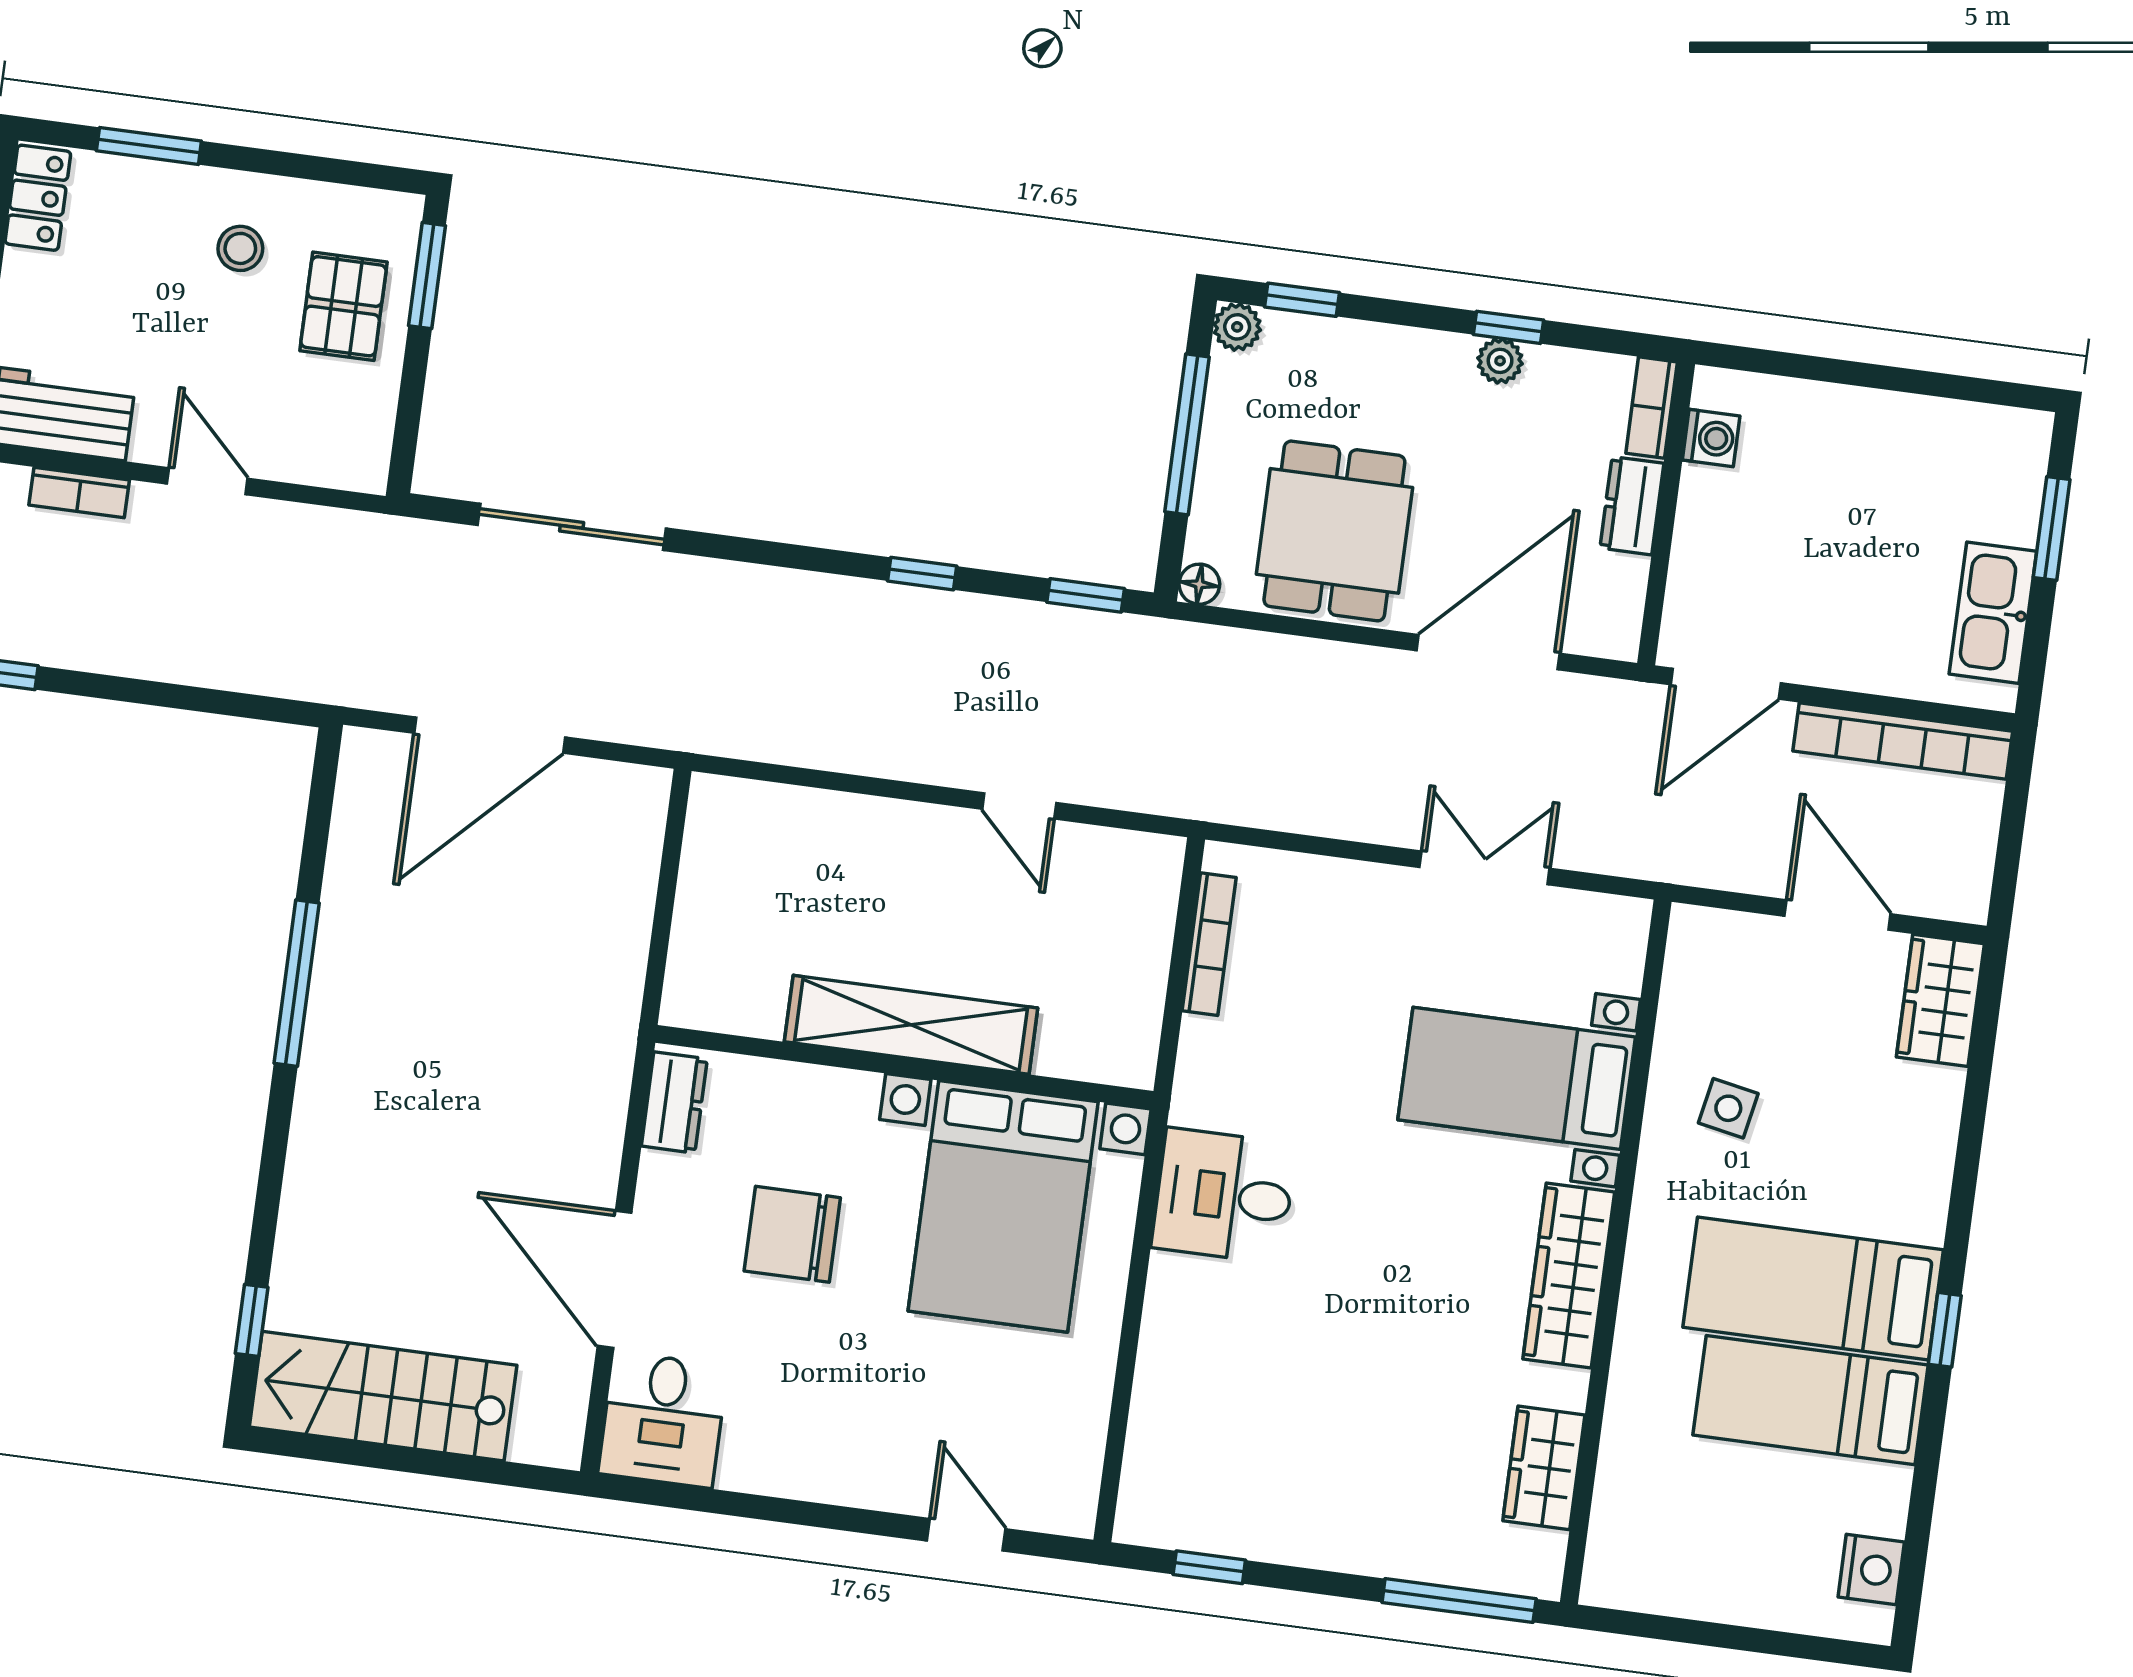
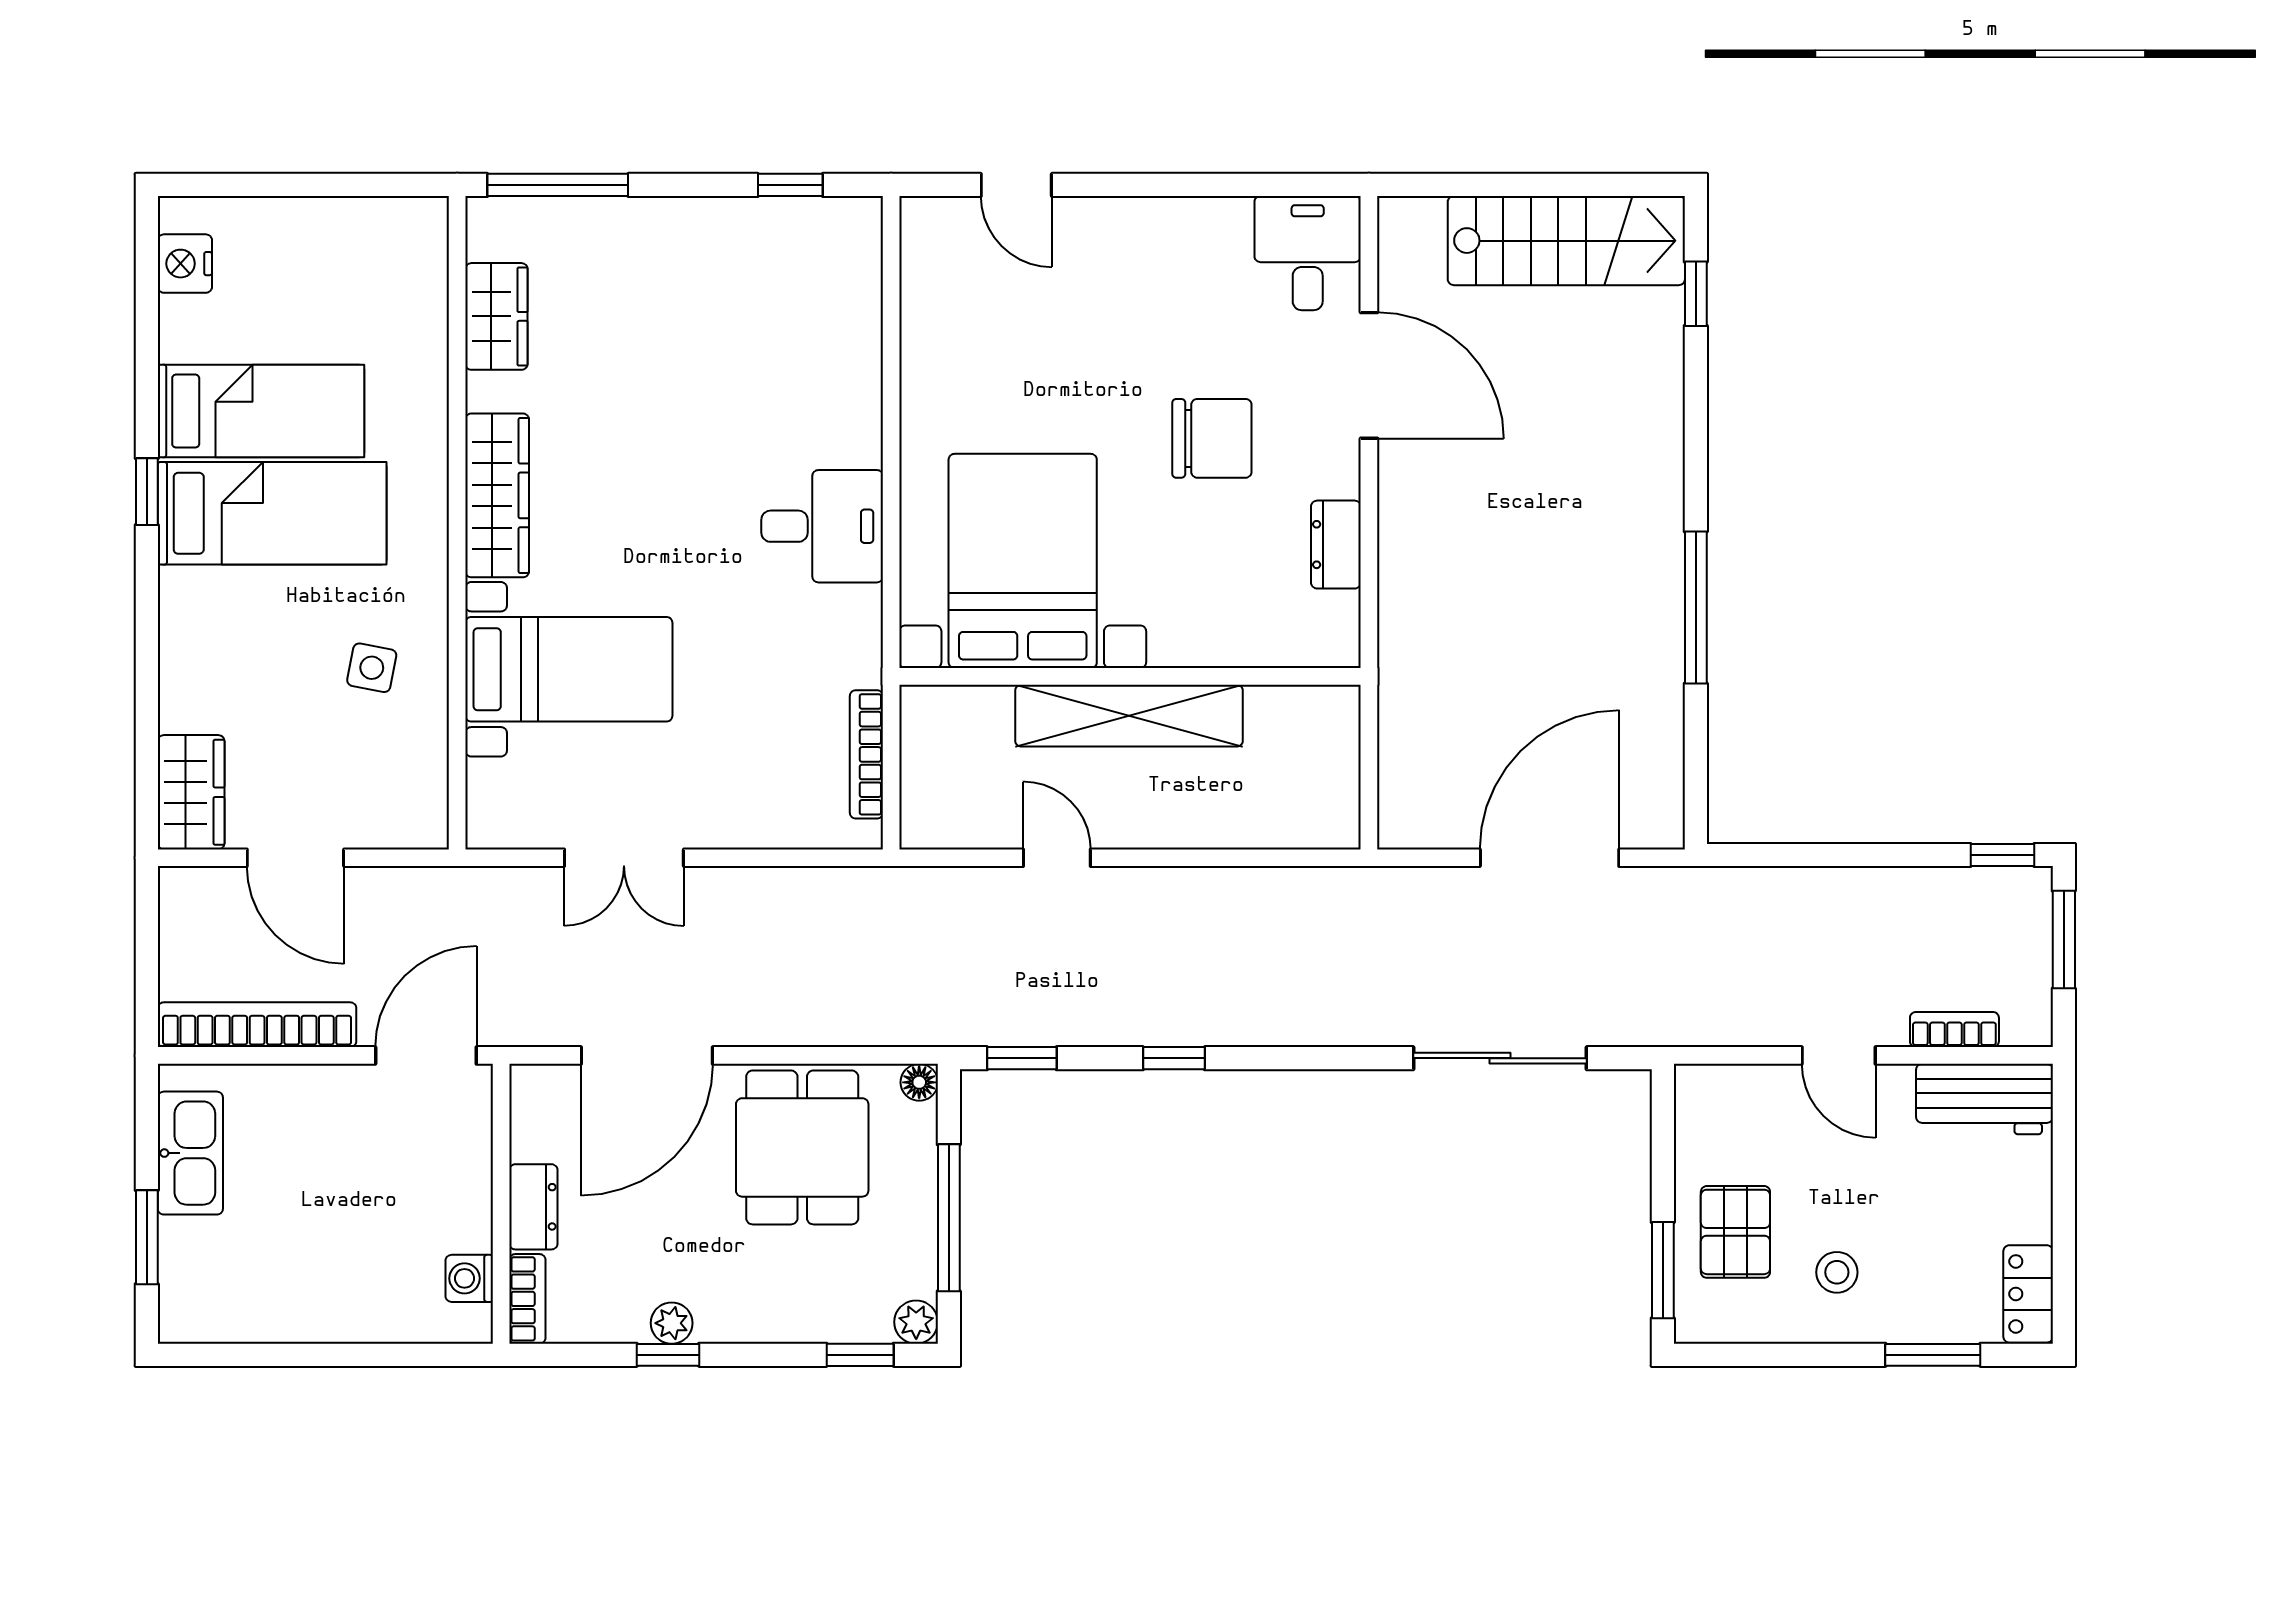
shelving: (911, 1025) -> (1129, 716), moved
wall: (904, 1067) -> (1130, 676), moved
bed with nightstands: (1003, 1206) -> (1023, 561), moved

